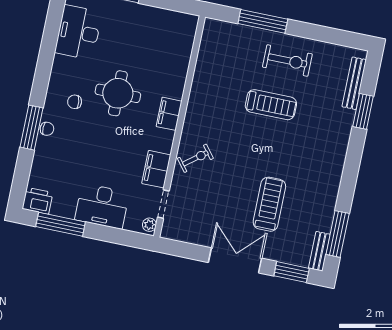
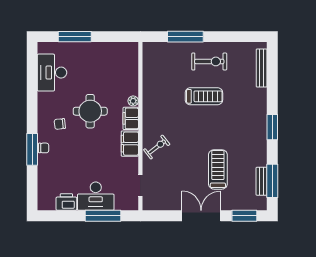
window: (363, 111) -> (272, 127), moved
filing cabinet: (156, 169) -> (130, 144), moved
printer: (37, 201) -> (66, 202), moved
window: (61, 224) -> (103, 216), moved
plant: (149, 225) -> (133, 101), moved
bench: (319, 251) -> (262, 181), moved

